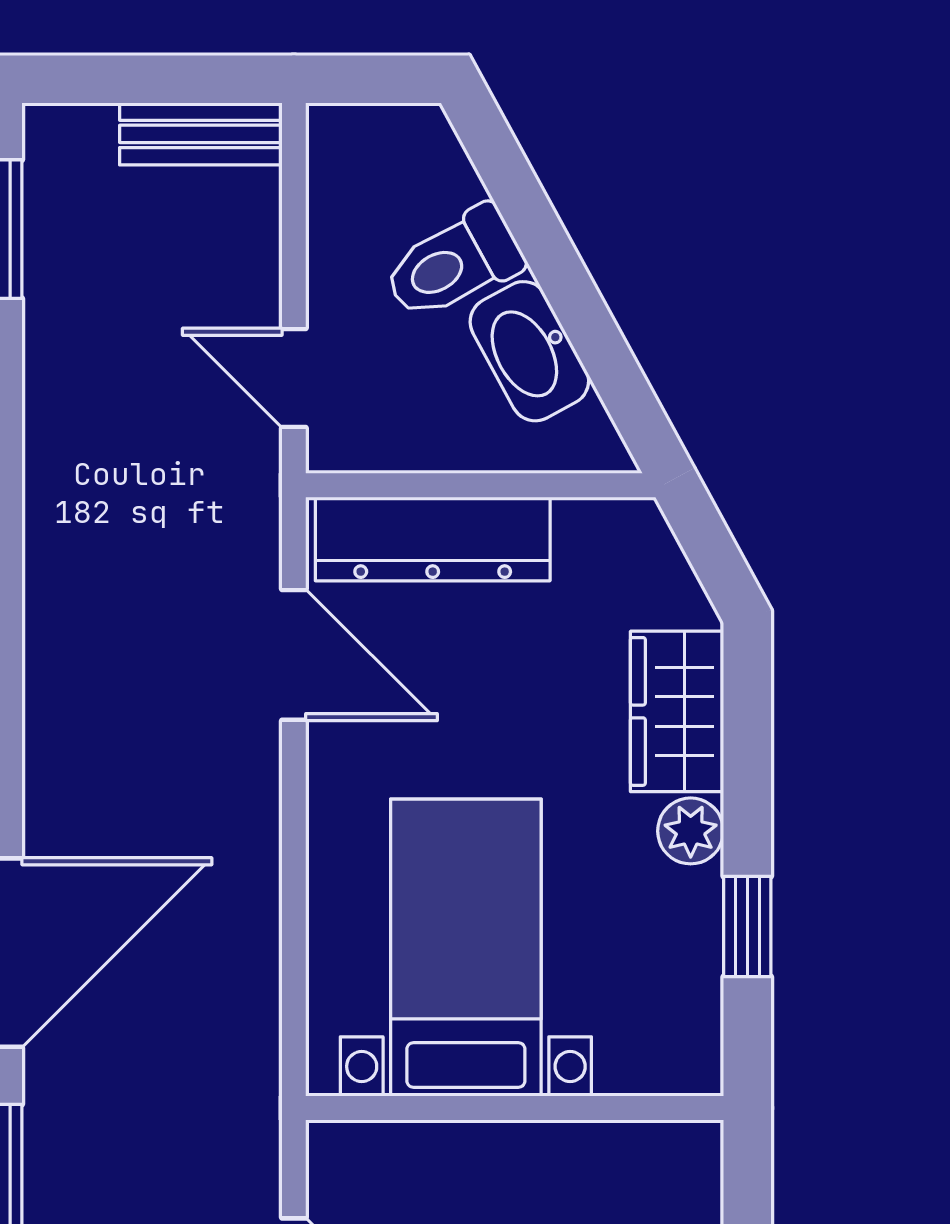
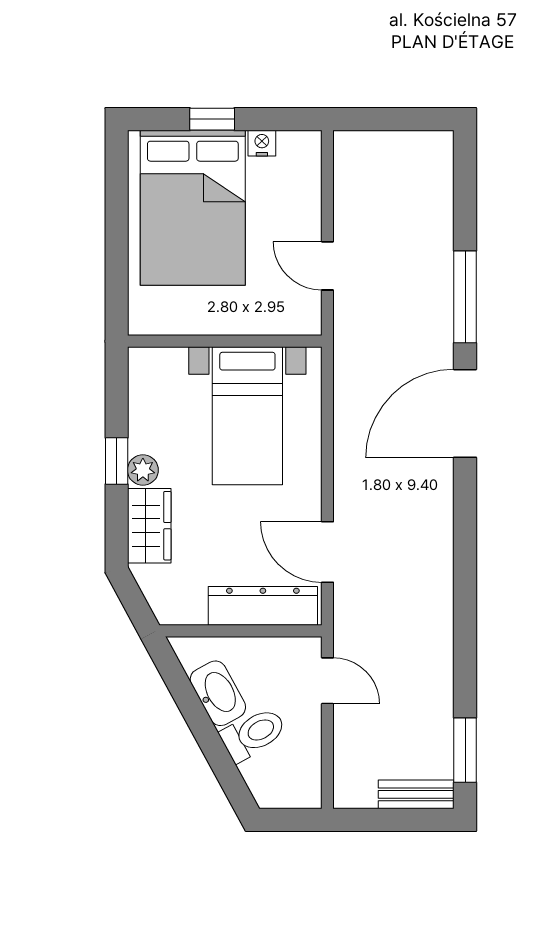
bench: (201, 134) -> (416, 794), moved
window: (747, 927) -> (117, 461), moved

